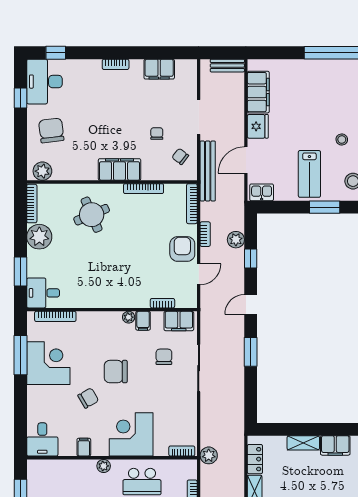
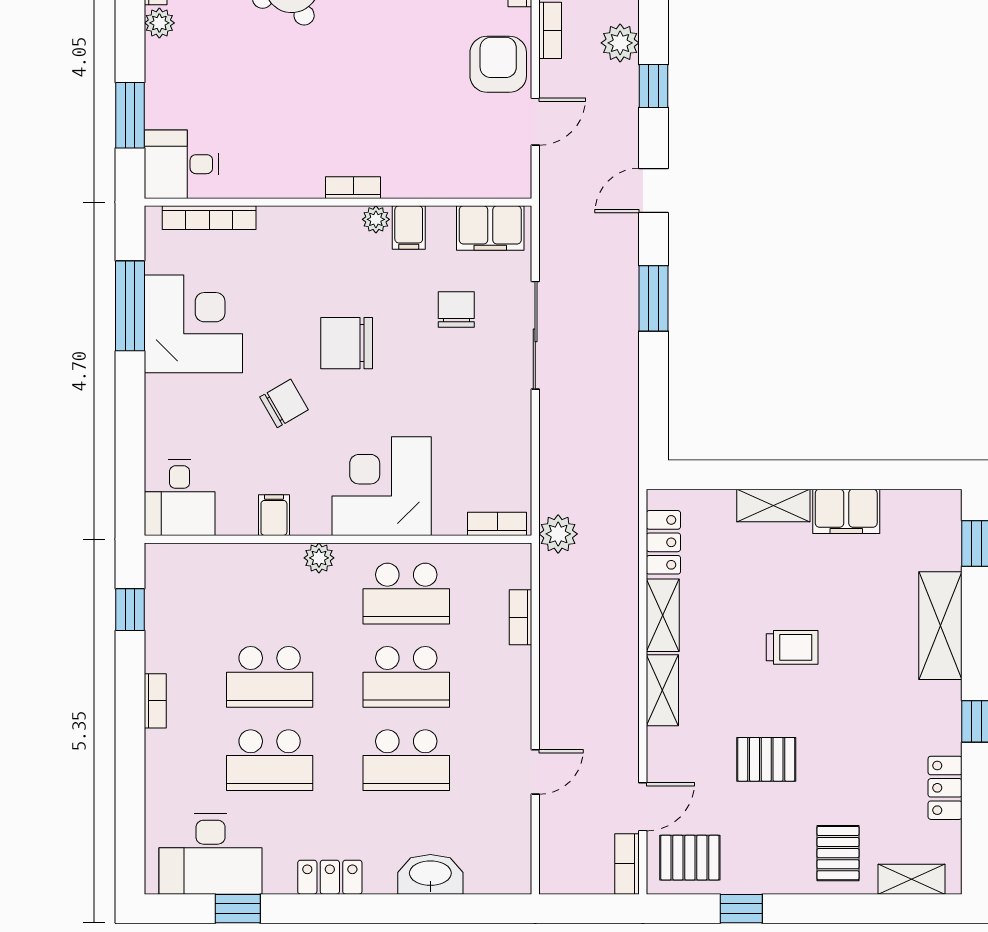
plant: (39, 237) -> (159, 23), width x0.53, depth x0.53
bookcase: (162, 303) -> (353, 188), moved

